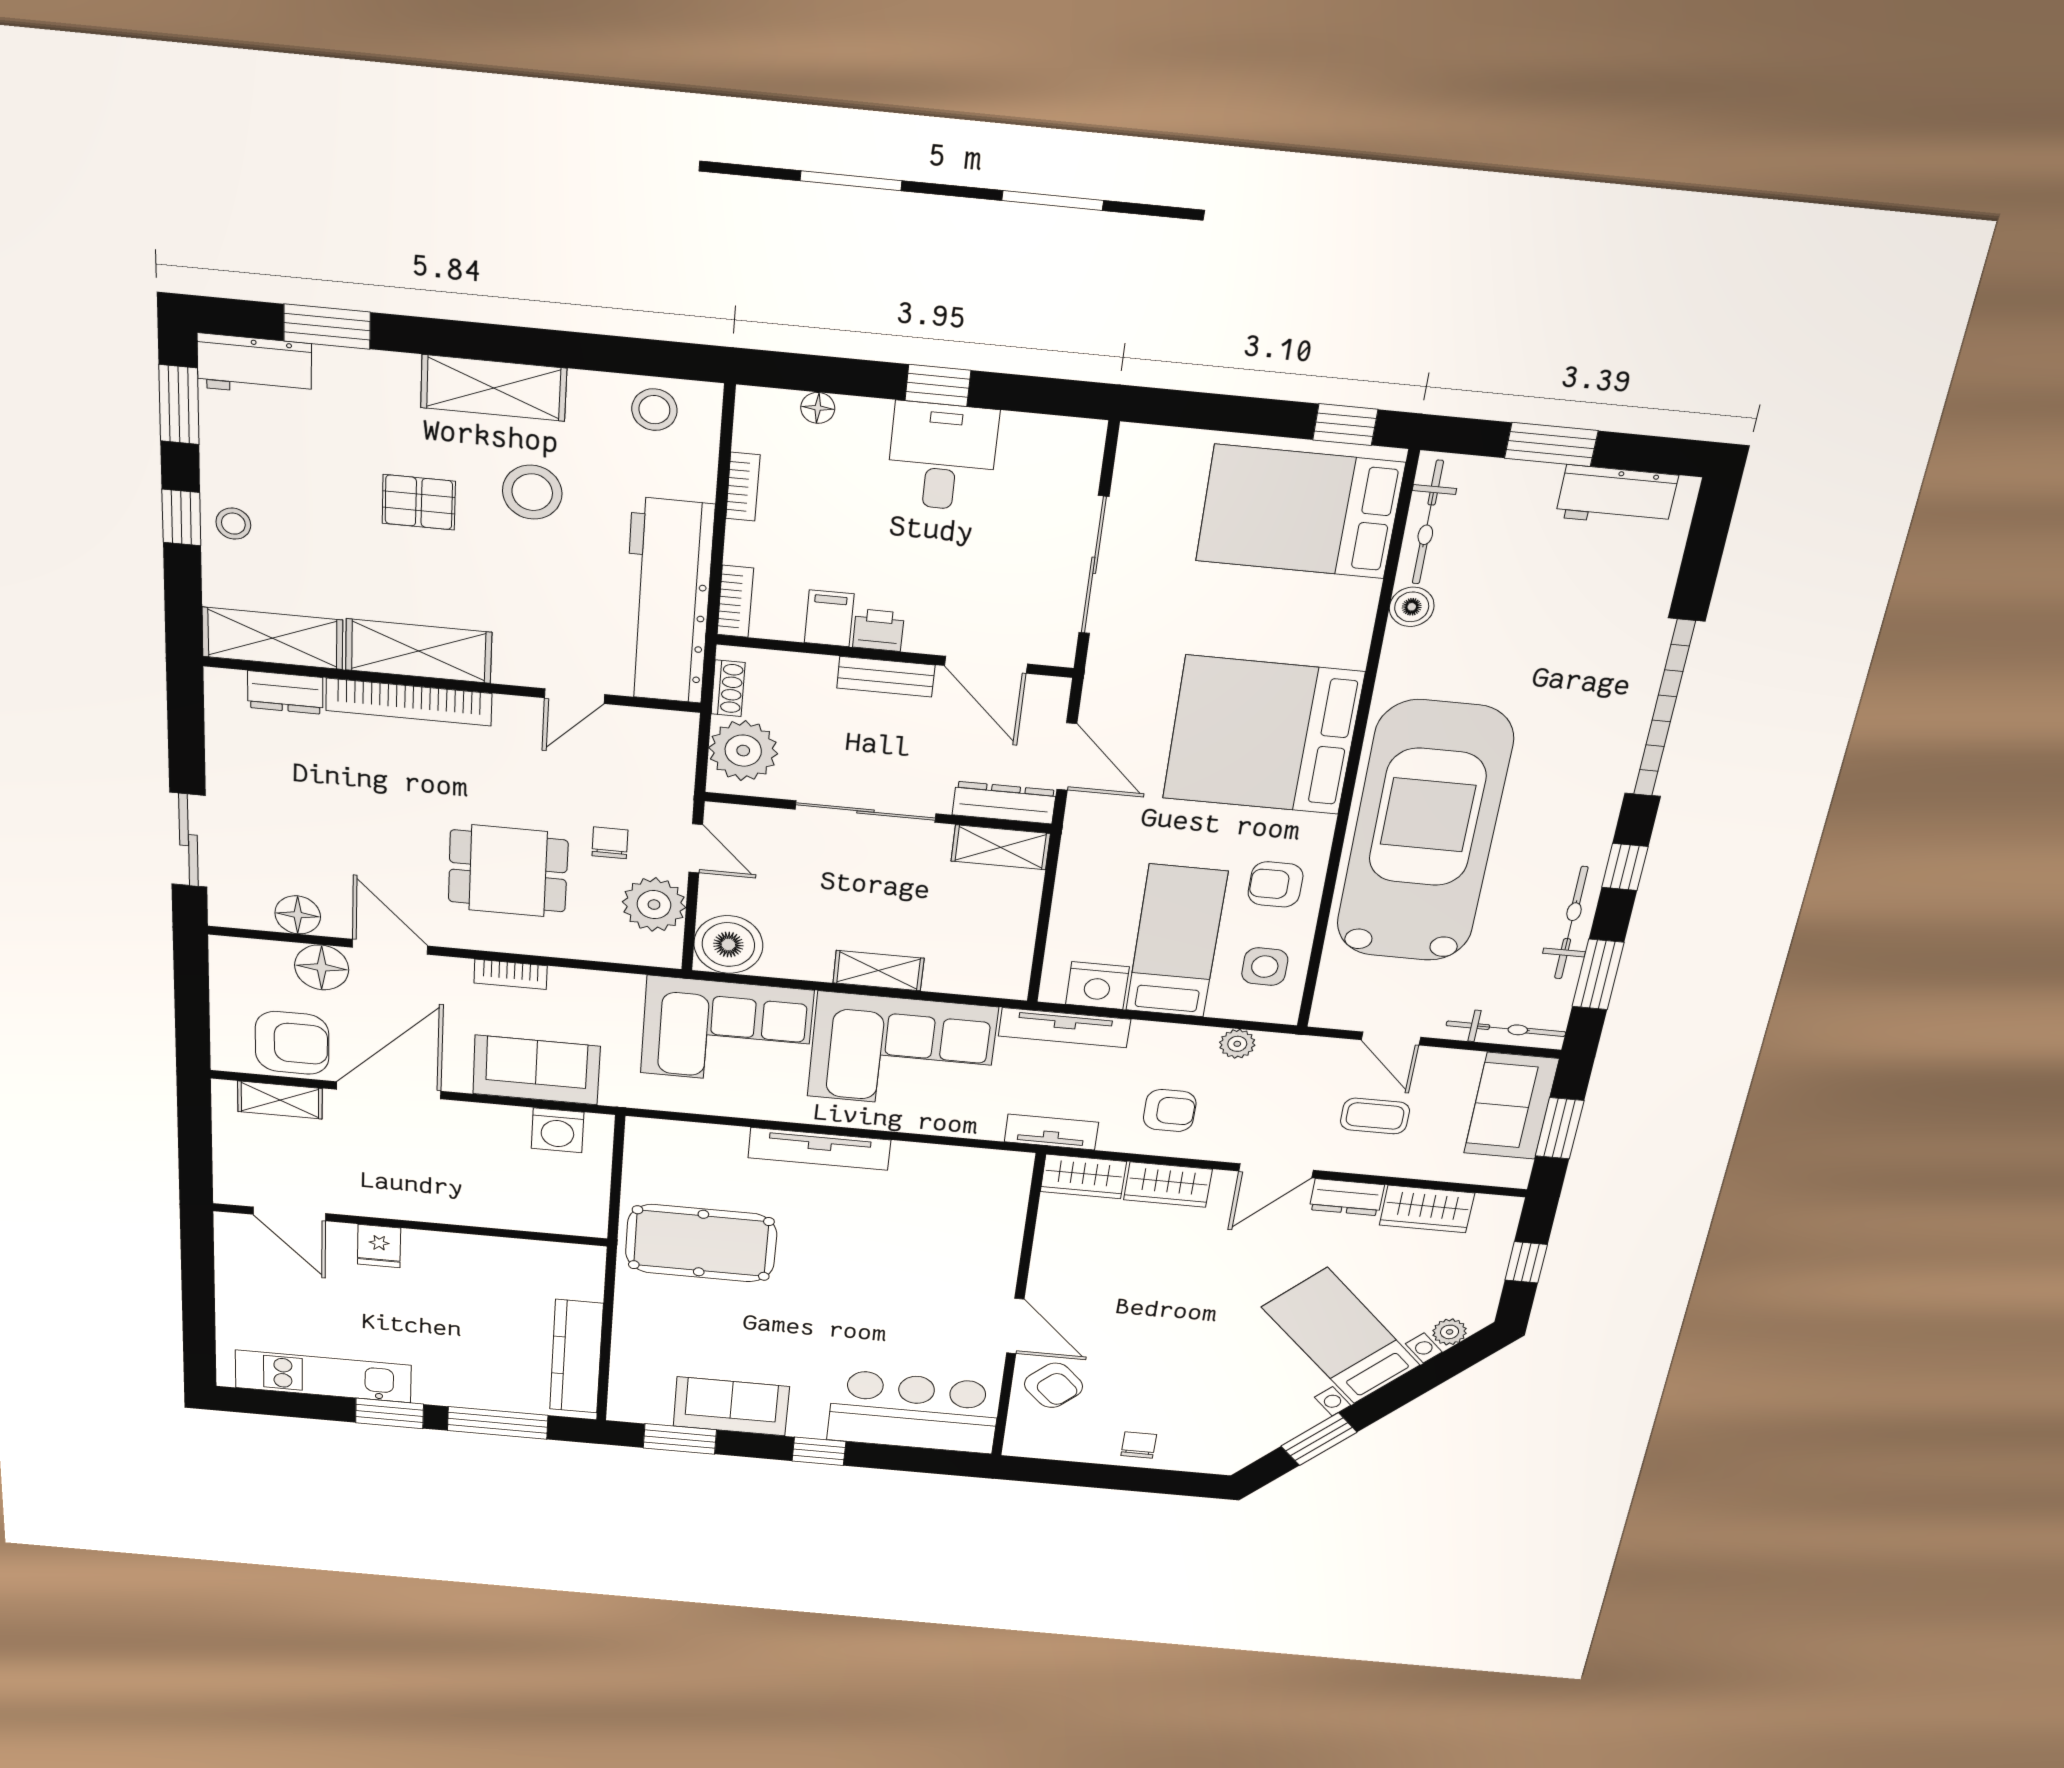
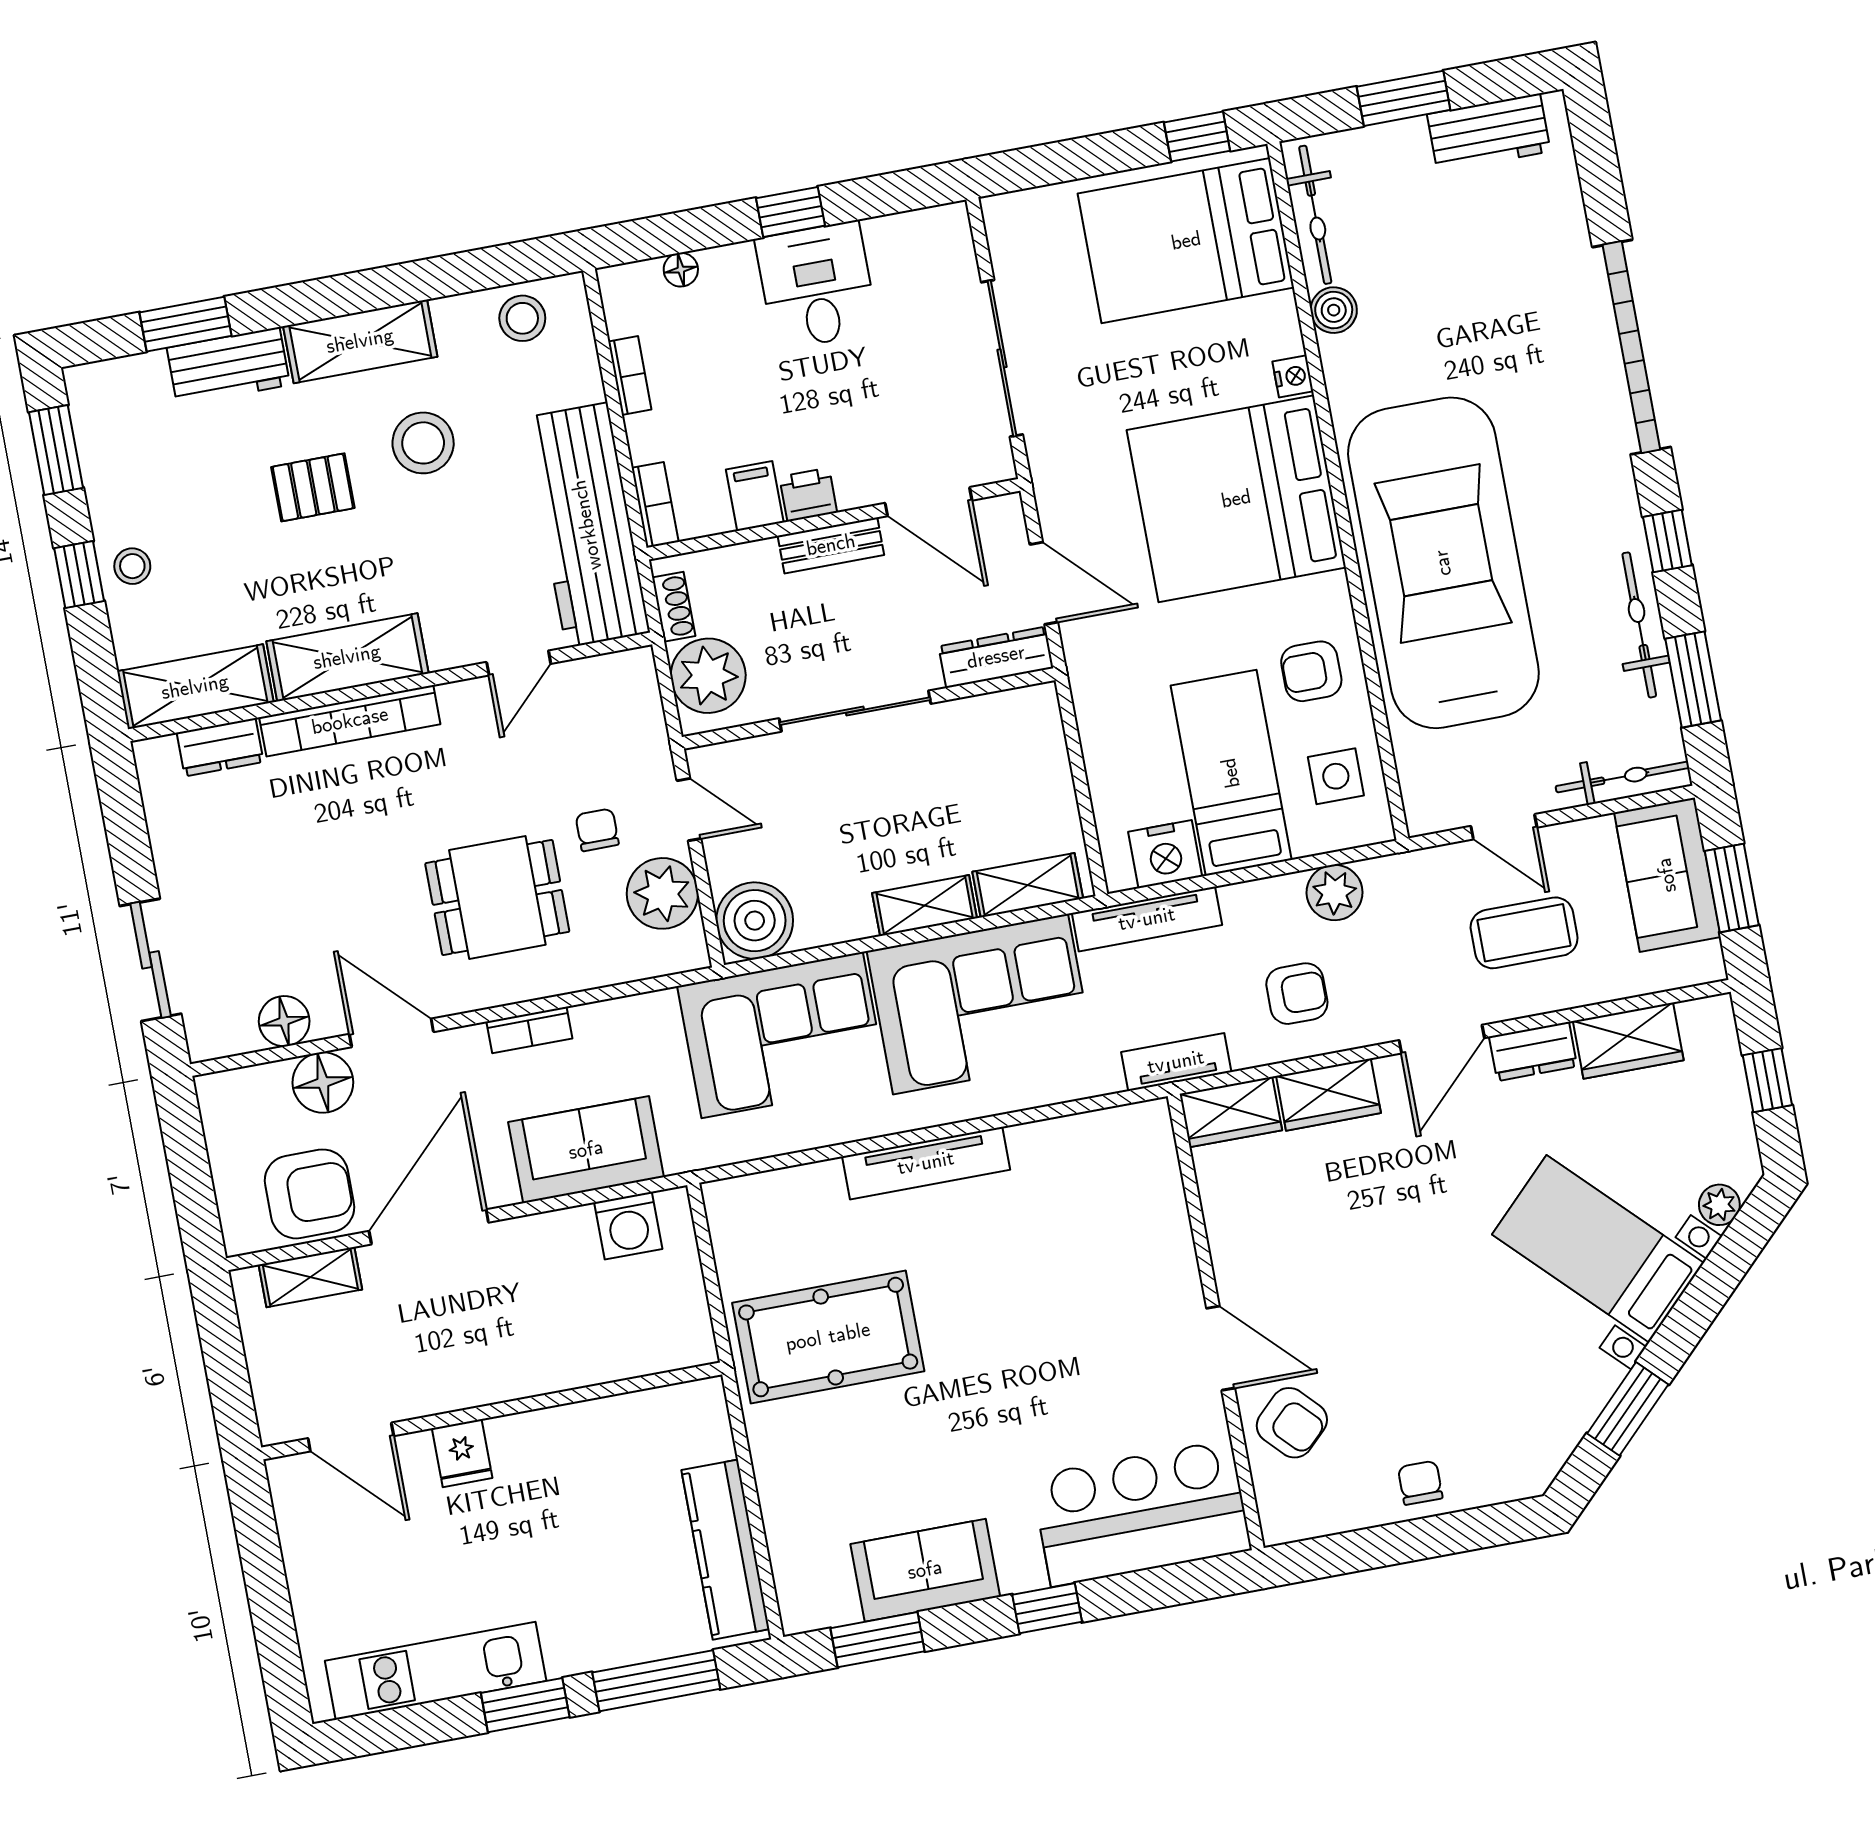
workbench: (254, 365) -> (228, 366), moved
nightstand: (1353, 651) -> (1293, 376), added
shelving: (1001, 847) -> (1028, 885), moved
plant: (1237, 1044) -> (1335, 893), width x1.38, depth x1.38
coffee table: (1375, 1116) -> (1524, 933), width x1.36, depth x1.30

